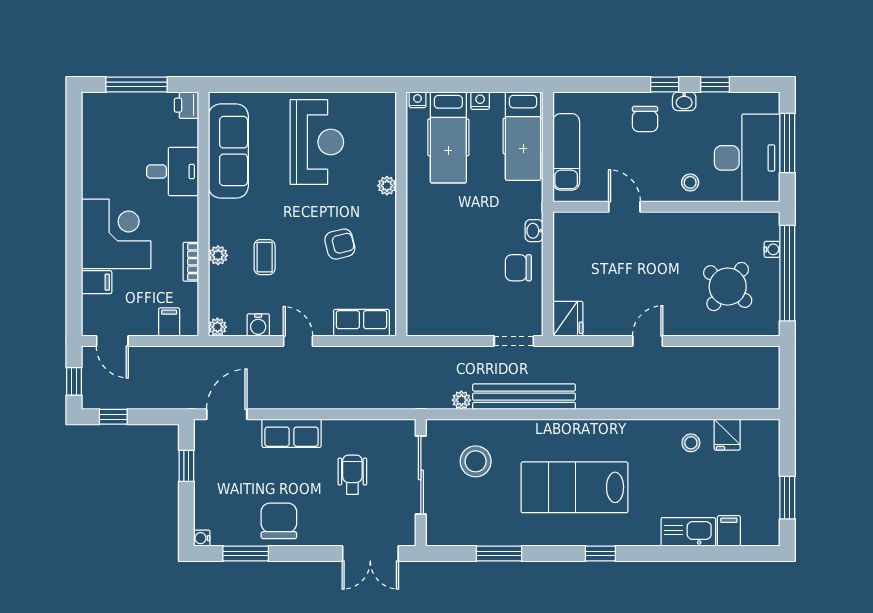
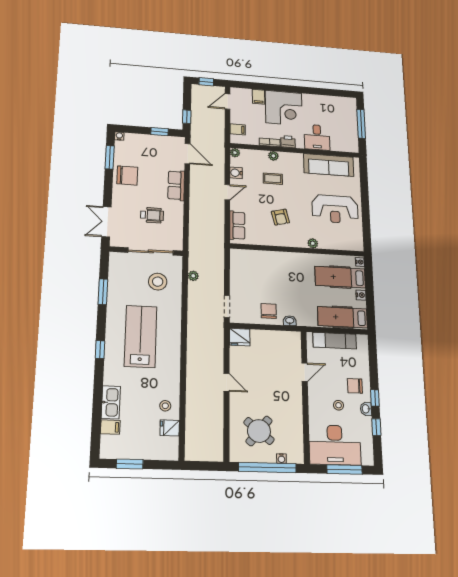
printer: (186, 105) -> (288, 142), moved
stool: (690, 182) -> (339, 405), moved
bench: (524, 397) -> (195, 310), removed
window: (113, 417) -> (187, 117), moved

